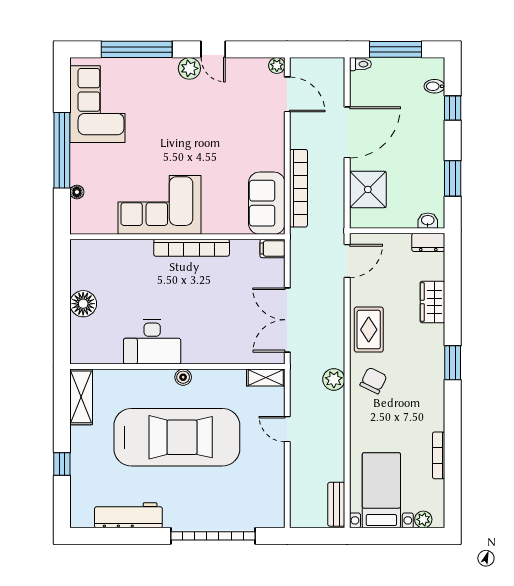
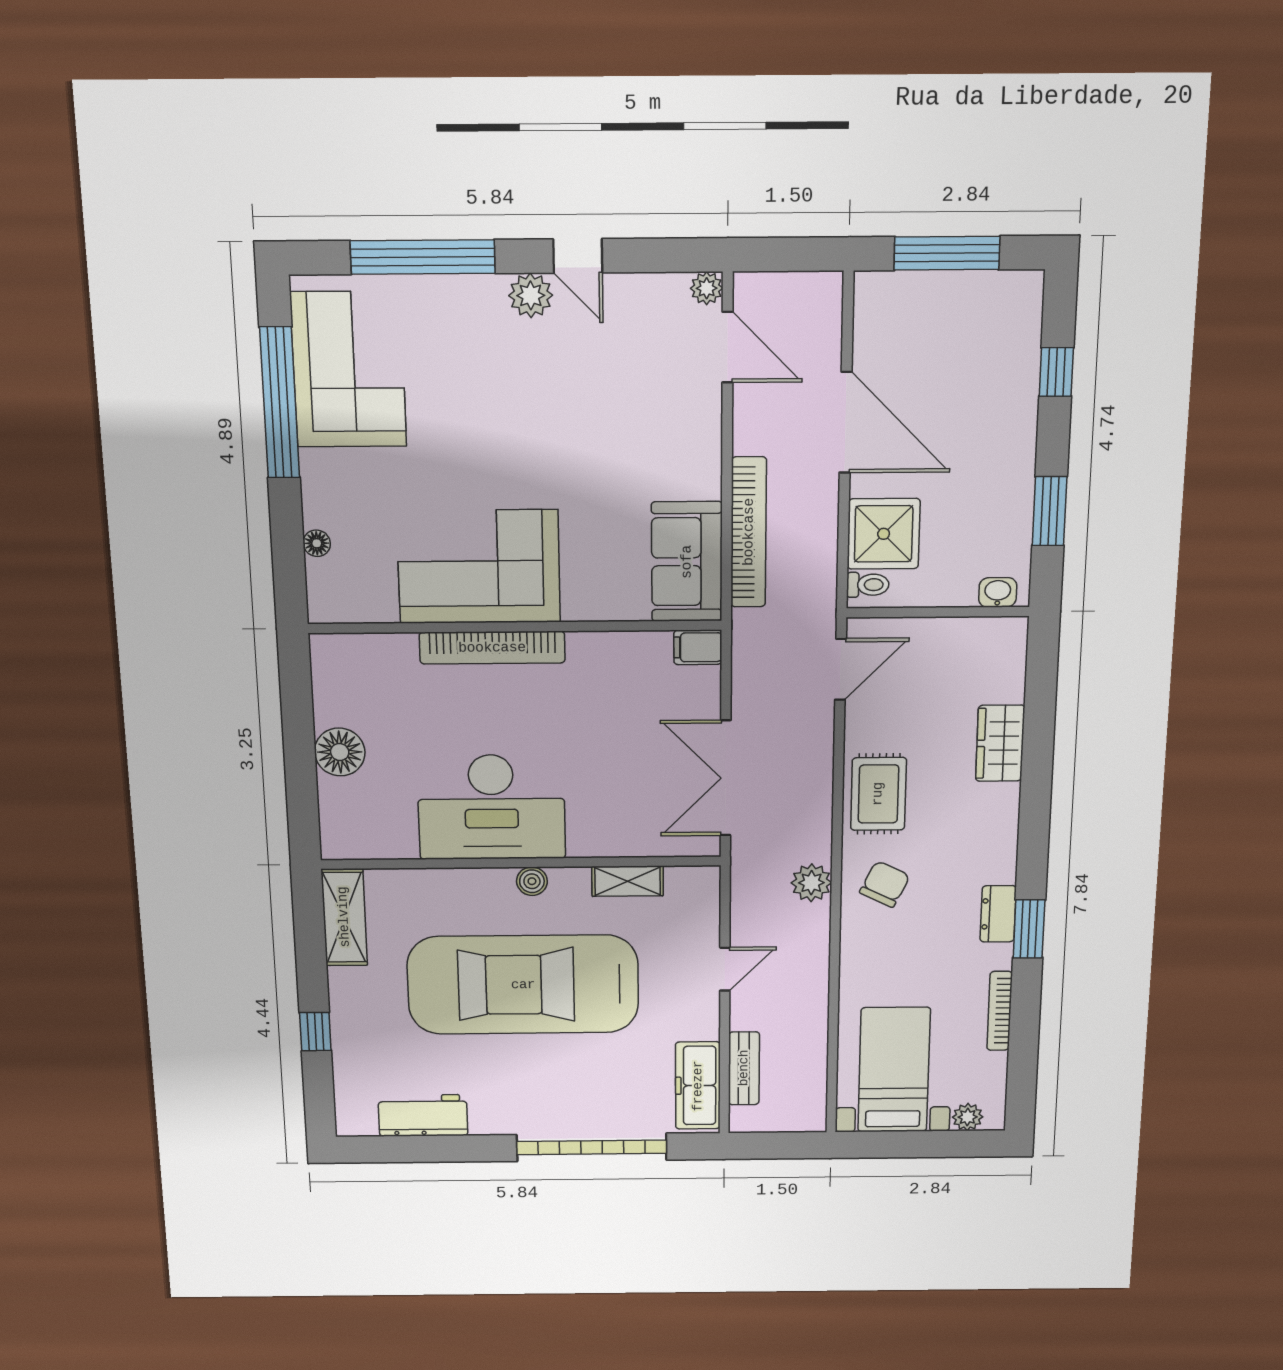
toilet: (360, 64) -> (868, 585), moved
bidet: (434, 86) -> (1022, 328), removed
door: (347, 132) -> (846, 422), hinge flipped
window: (62, 150) -> (280, 403), moved
dresser: (428, 242) -> (998, 914), moved, turned 90
bookcase: (192, 248) -> (492, 648), moved
desk: (152, 342) -> (491, 807), width x1.36, depth x1.30
window: (453, 363) -> (1029, 929), moved
shelving: (266, 378) -> (628, 881), moved
door: (287, 429) -> (725, 969), swing flipped
car: (177, 437) -> (523, 985), turned 180
freezer: (273, 499) -> (698, 1086), added
bench: (336, 504) -> (744, 1068), moved
workbench: (128, 515) -> (423, 1115), width x0.73

